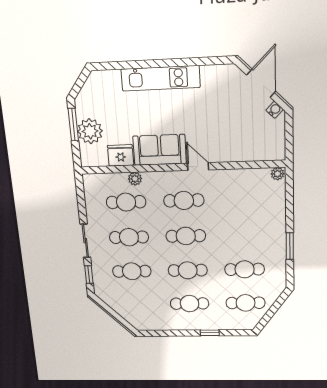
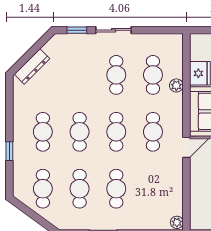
cafe table: (132, 271) -> (116, 189), moved
dresser: (127, 314) -> (32, 66), added

